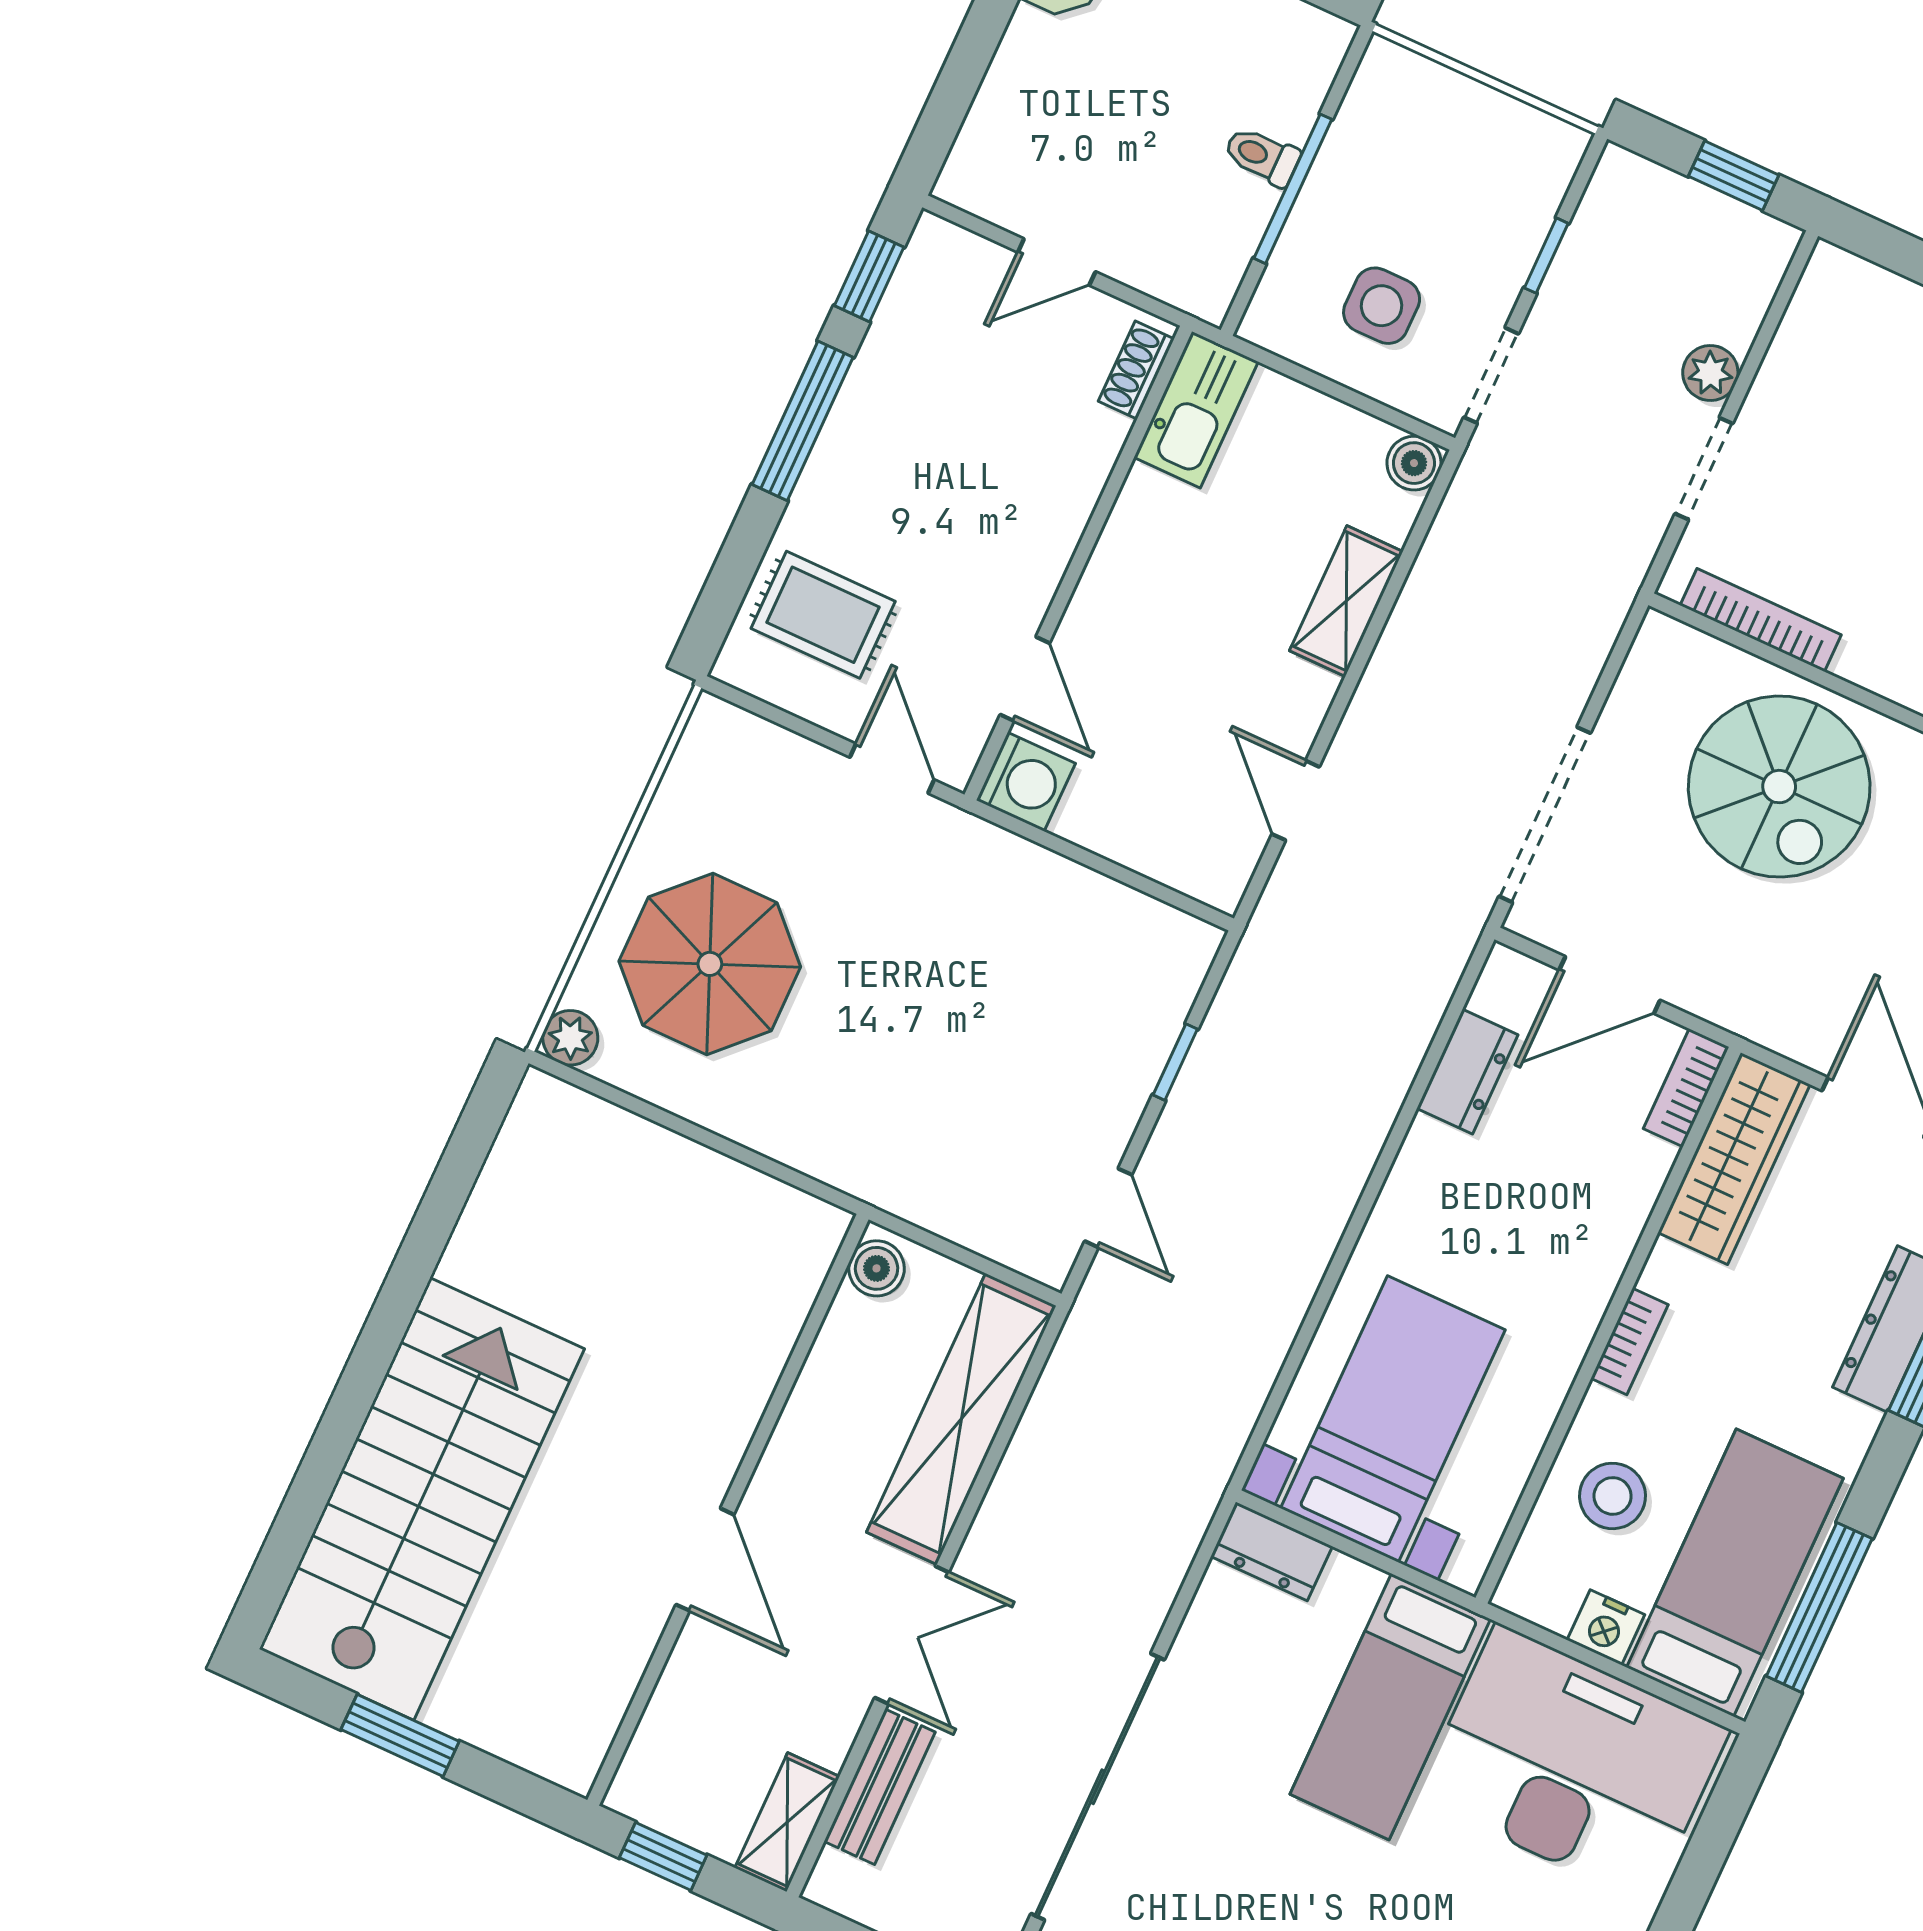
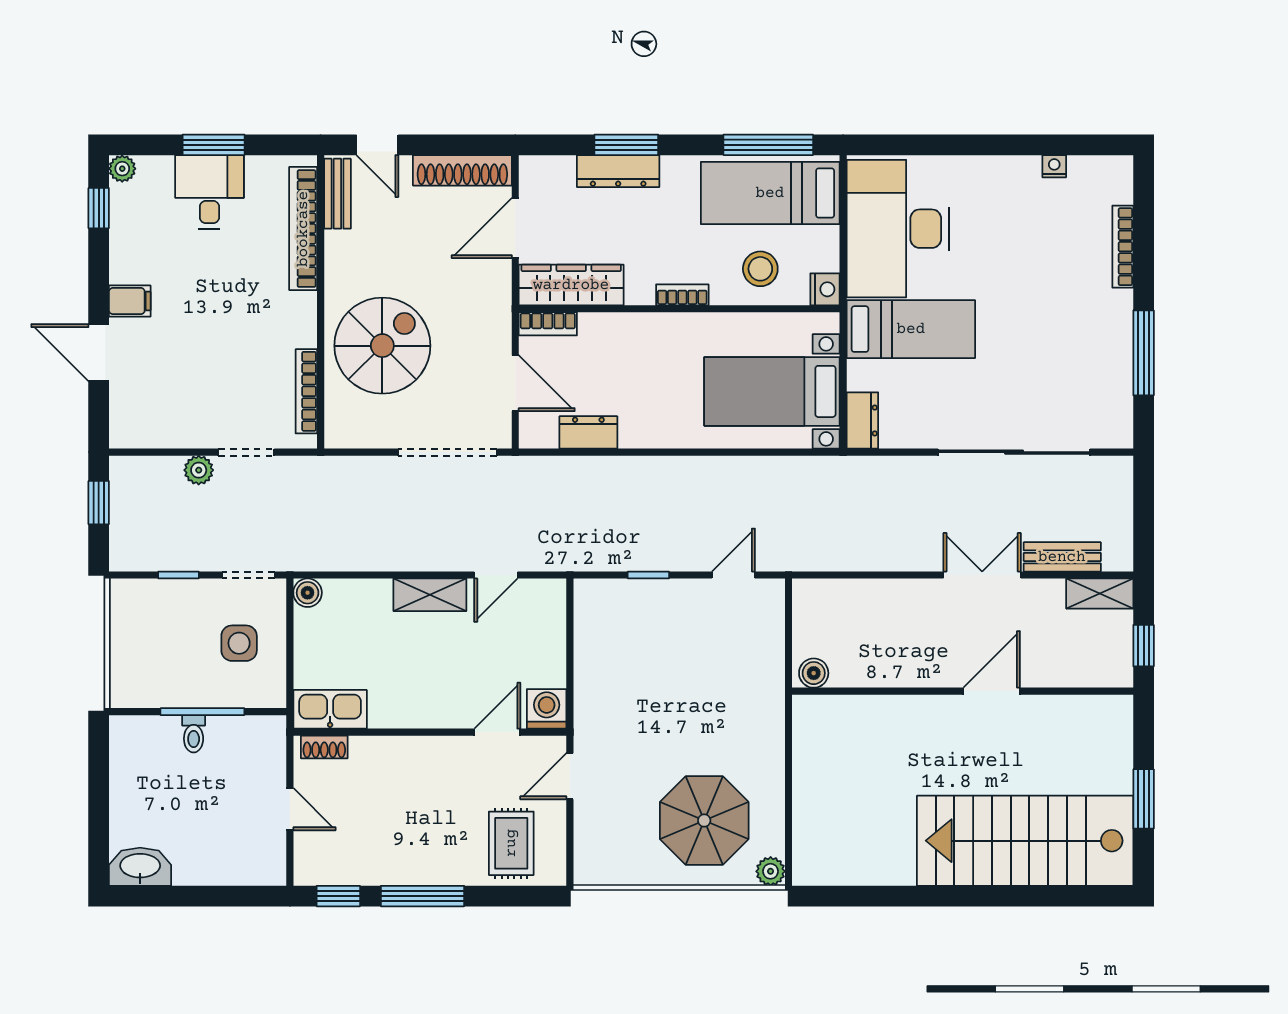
shelving: (1346, 601) -> (430, 595), moved
shelving: (961, 1419) -> (867, 599), removed
nightstand: (1606, 1627) -> (825, 289), moved

